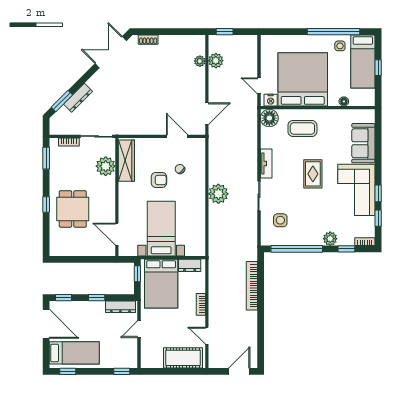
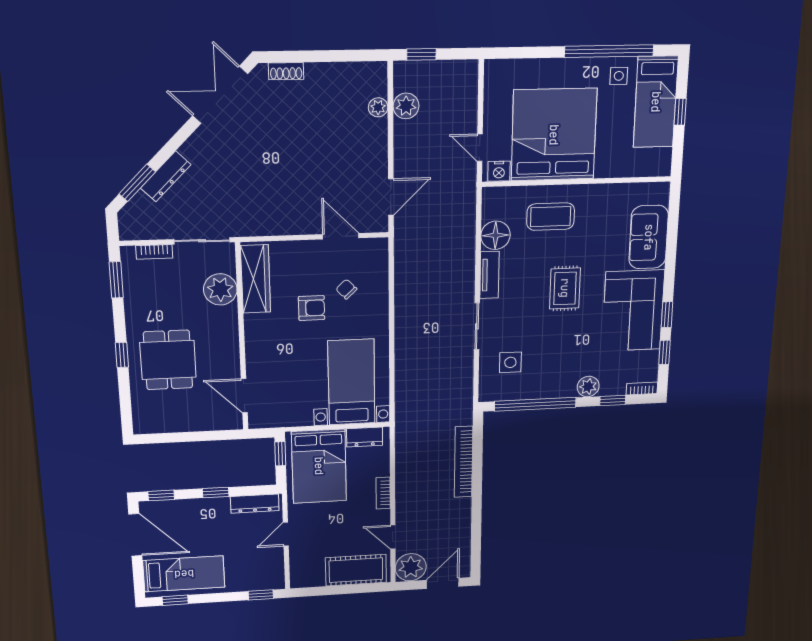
floor lamp: (344, 101) -> (621, 170), removed
floor lamp: (269, 118) -> (496, 235), moved
plant: (218, 194) -> (411, 567), moved
bed with nightstands: (161, 229) -> (351, 382), moved

